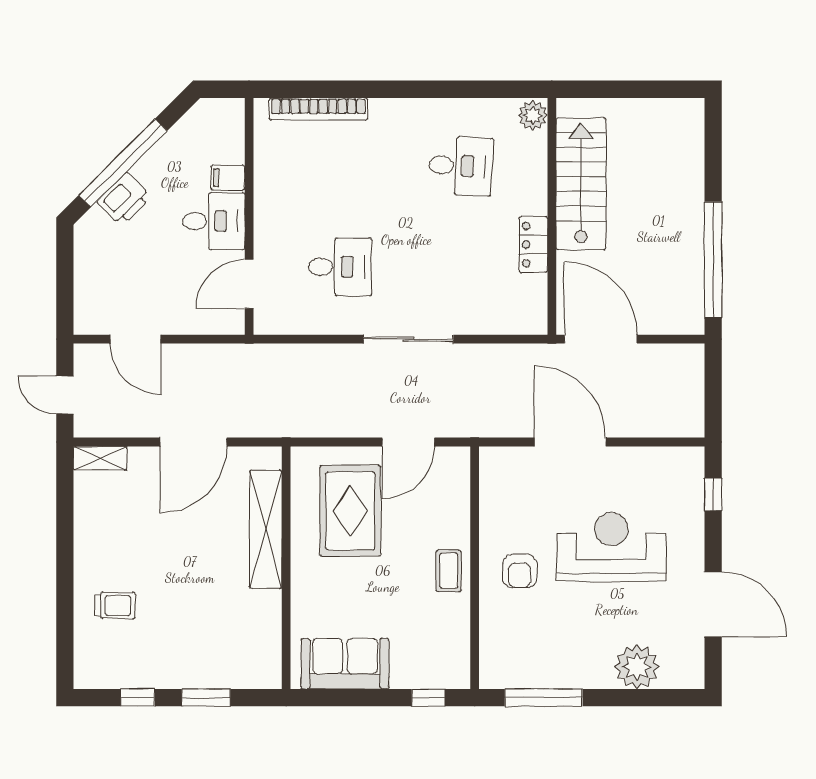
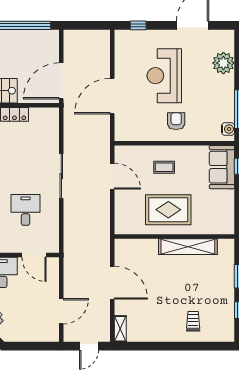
rug: (350, 511) -> (168, 210), moved
shelving: (266, 529) -> (188, 247), moved
coffee table: (449, 571) -> (164, 167), moved
armchair: (520, 571) -> (176, 121), turned -90
sofa: (345, 664) -> (222, 167), moved
water cooler: (504, 676) -> (228, 129), added

